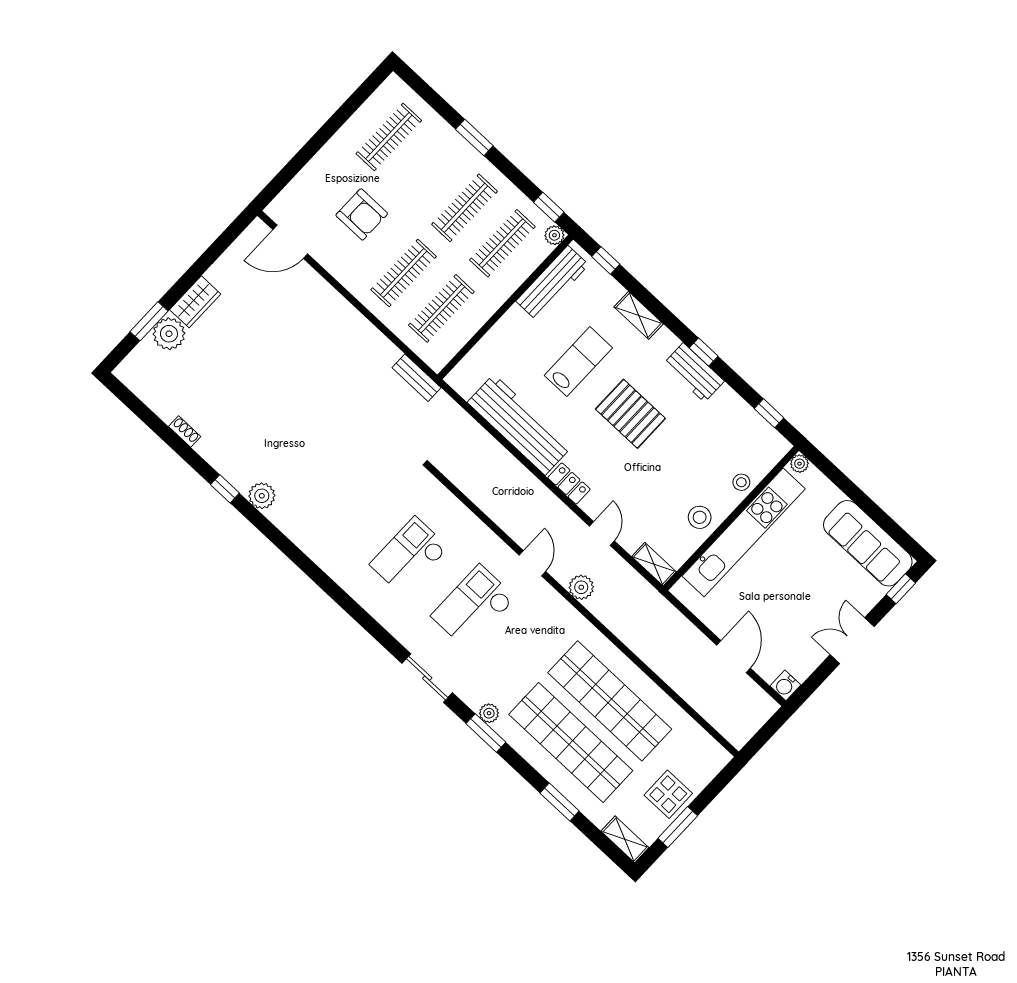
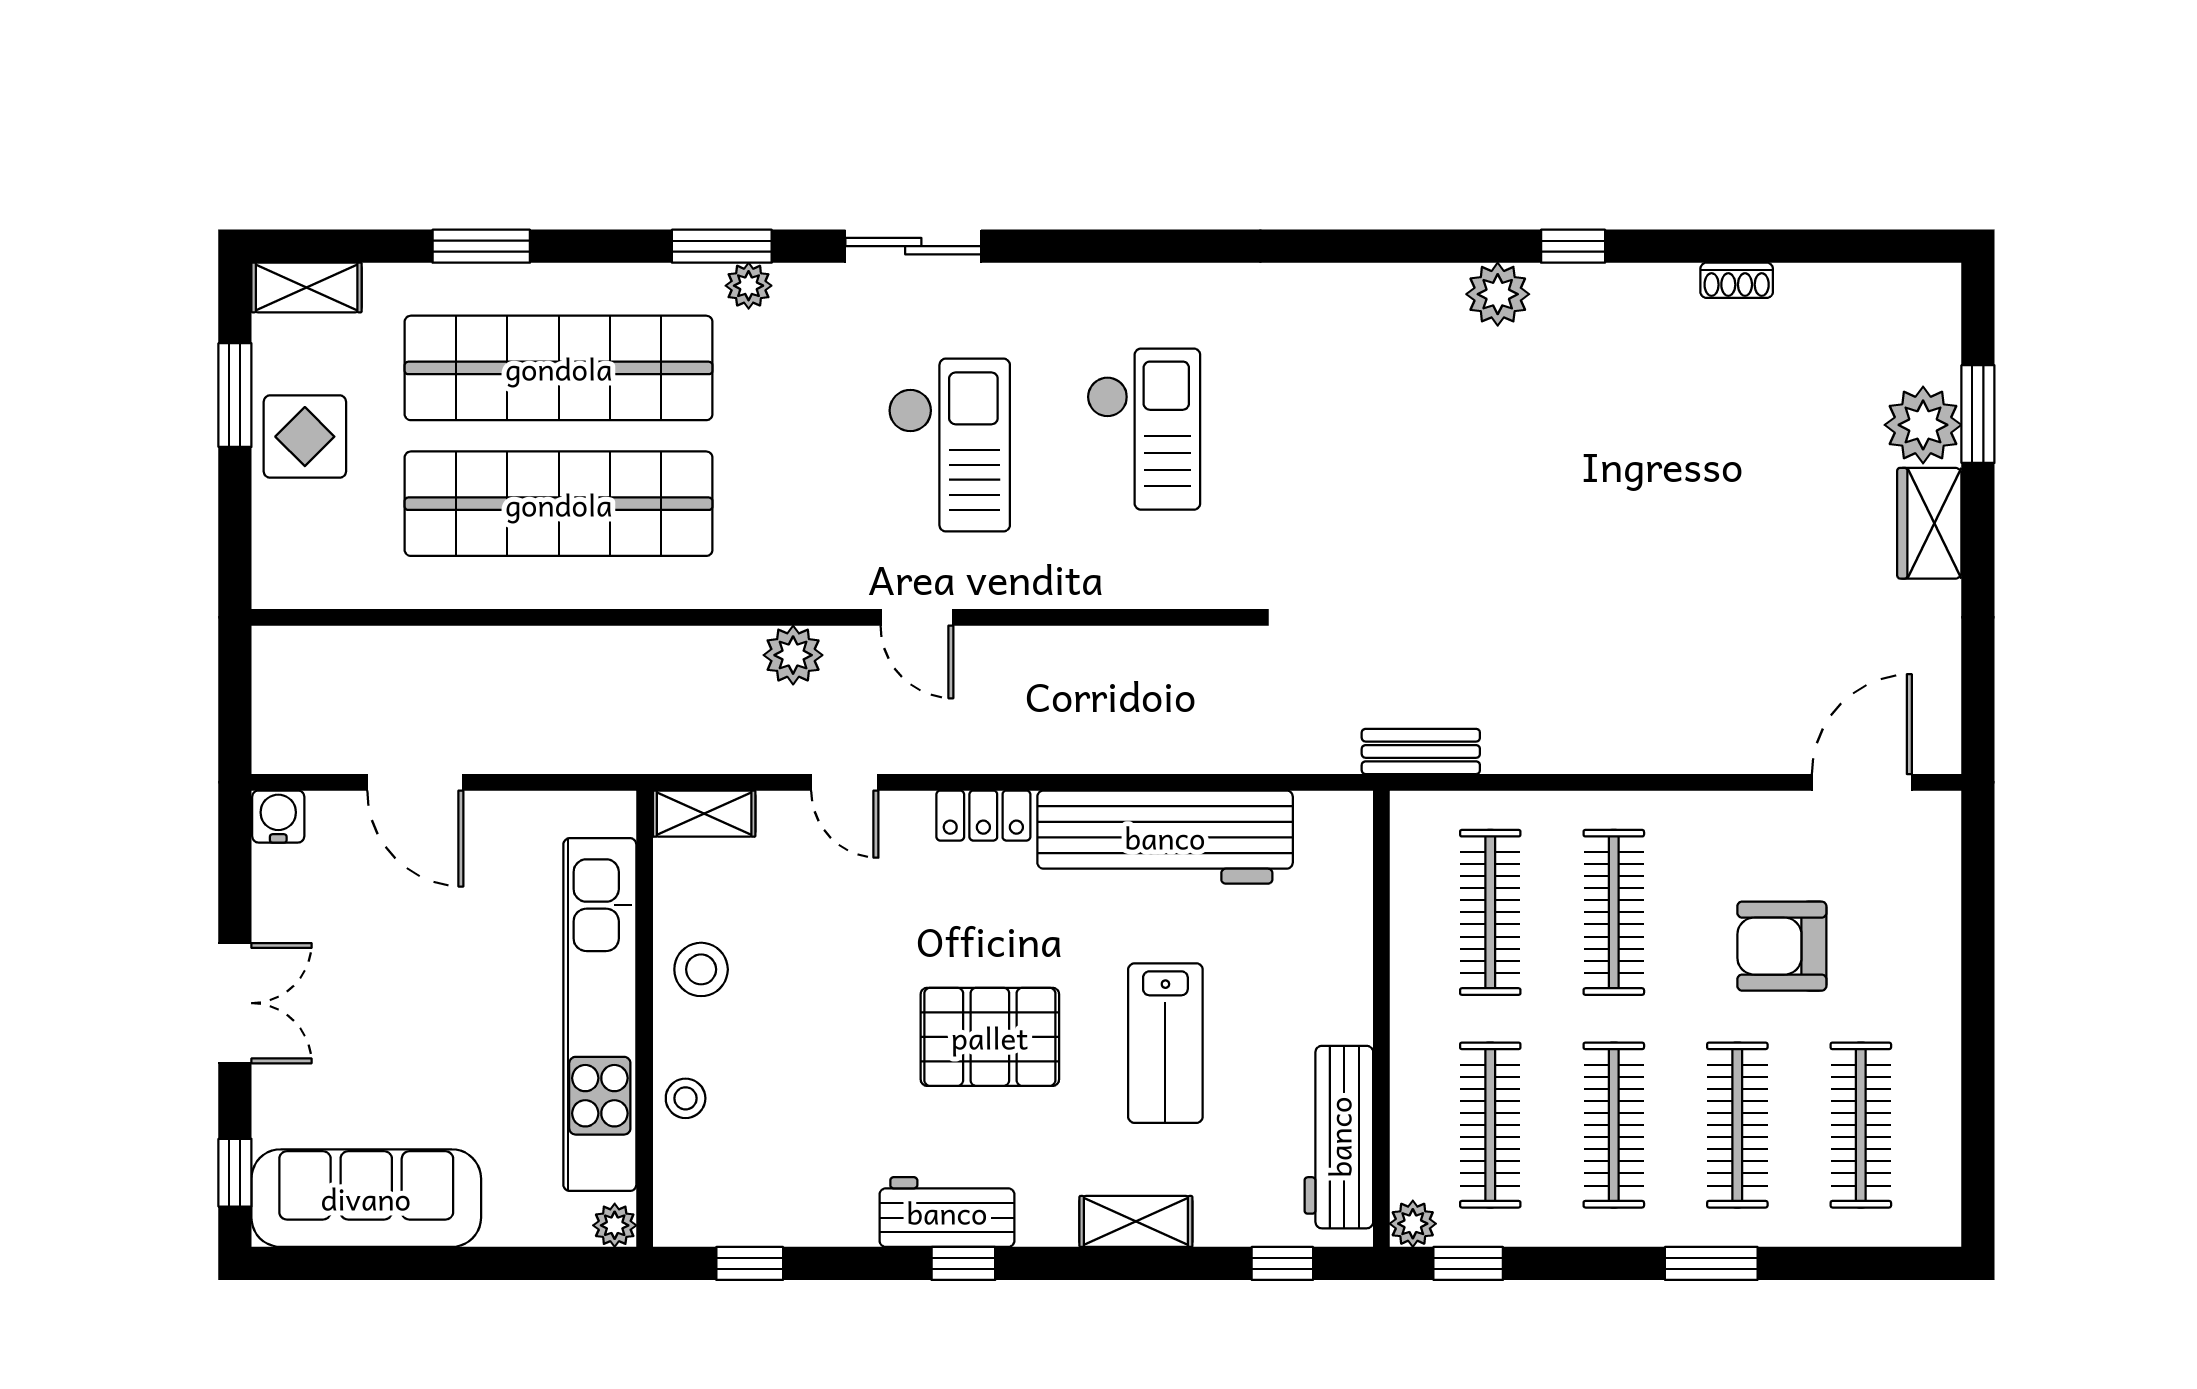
clothes rail: (427, 172) -> (1737, 1125), added

